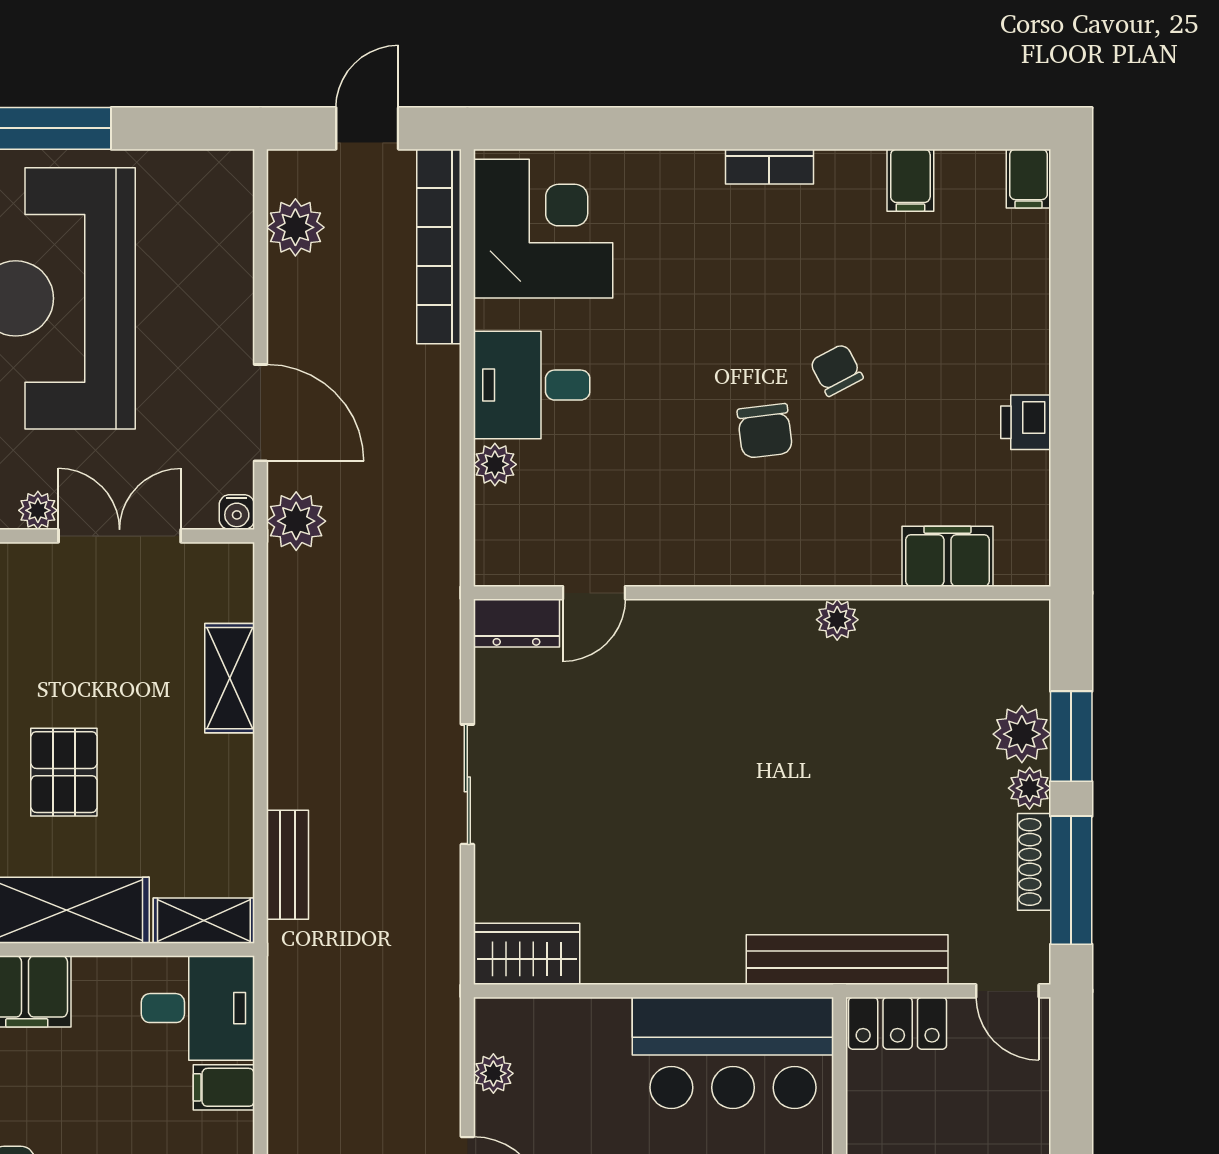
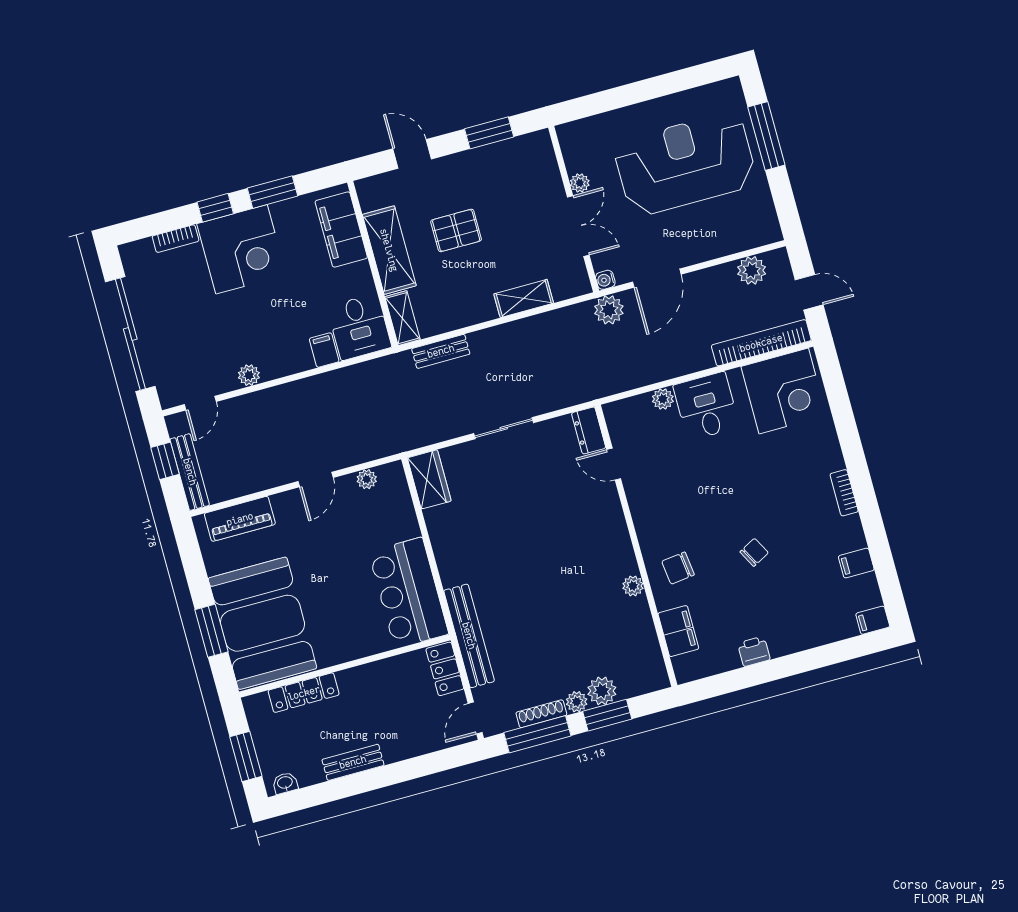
chair: (765, 431) -> (678, 568), moved

